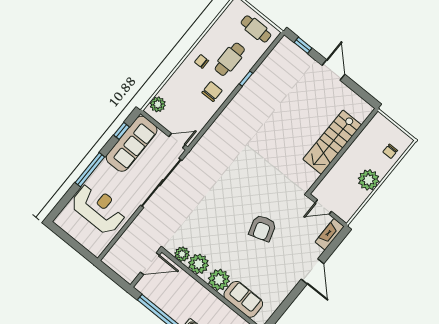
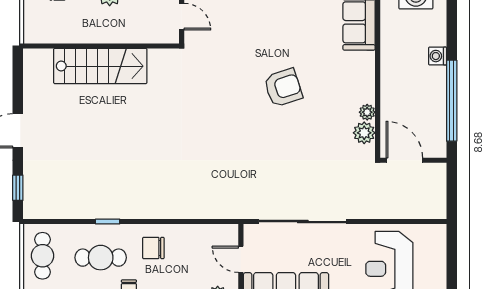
door: (177, 141) -> (241, 259), moved
armchair: (263, 228) -> (283, 88), moved
plant: (199, 264) -> (367, 112), width x0.53, depth x0.53
plant: (219, 280) -> (359, 68), removed

